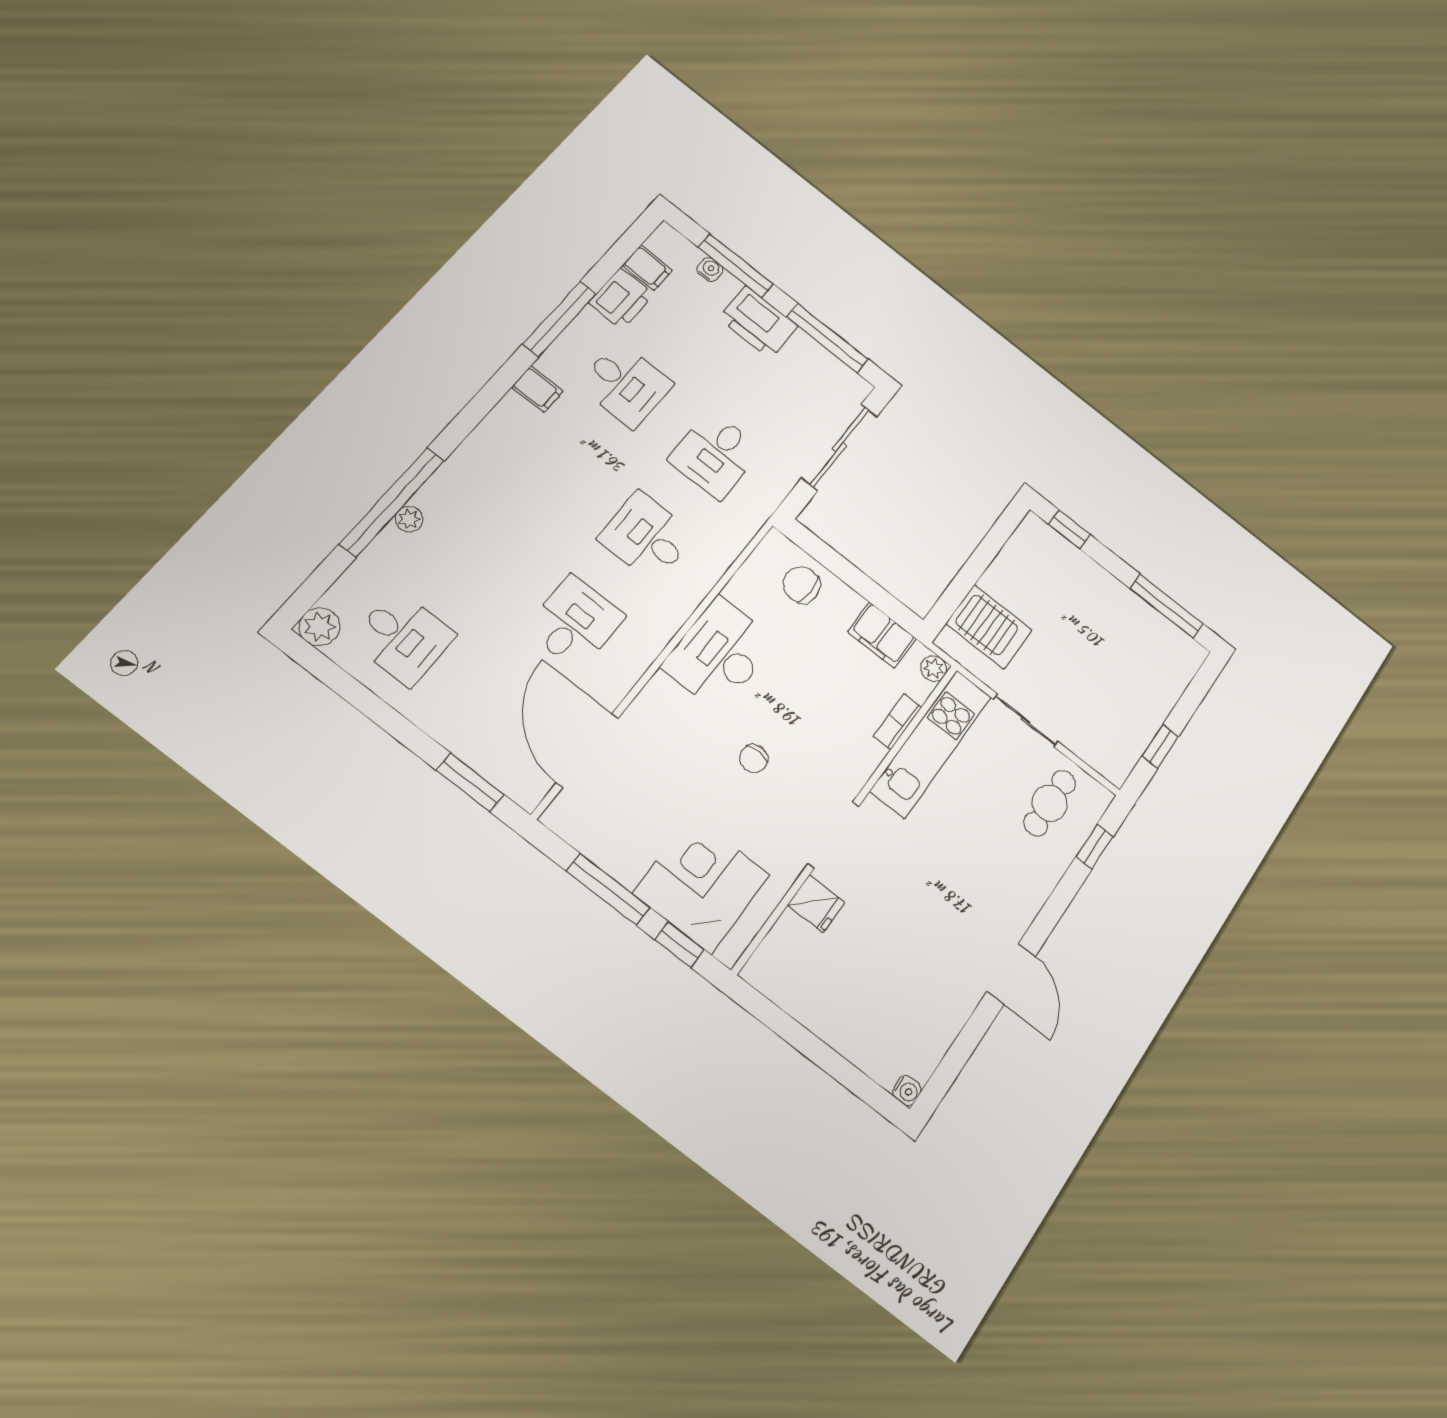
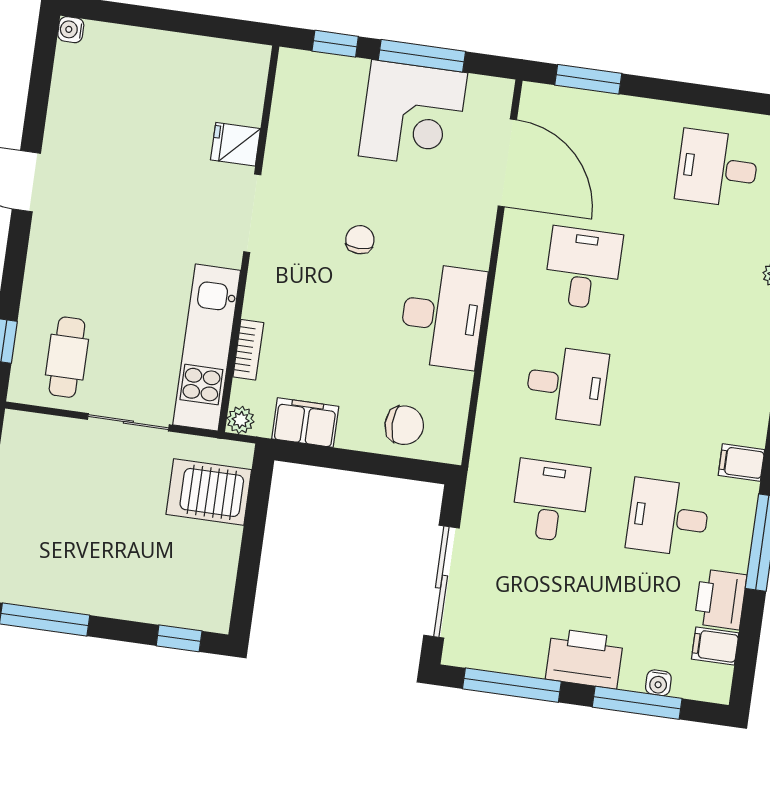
desk: (575, 623) -> (583, 268), turned 180
corner desk: (701, 884) -> (413, 114), moved

